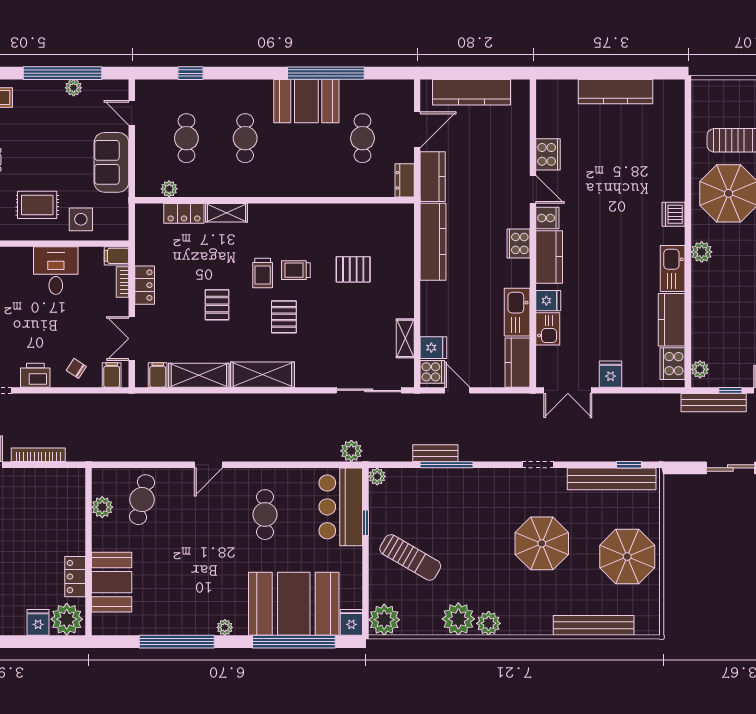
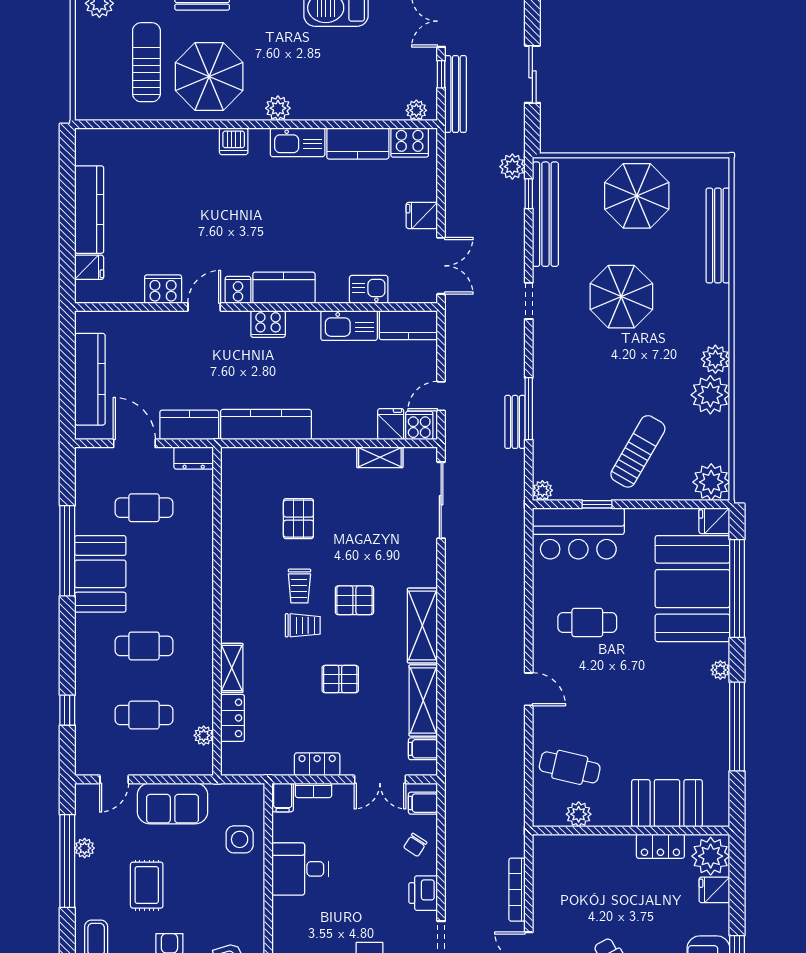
rug: (37, 205) -> (147, 885), moved
fridge: (548, 301) -> (89, 267), moved, turned 90
plant: (351, 451) -> (512, 167), moved

